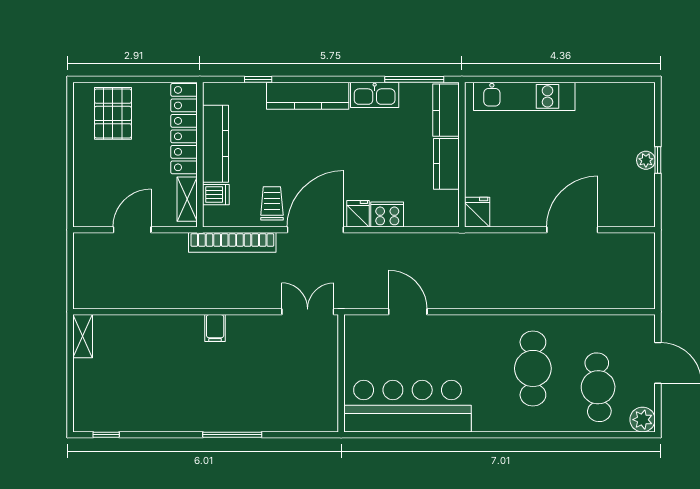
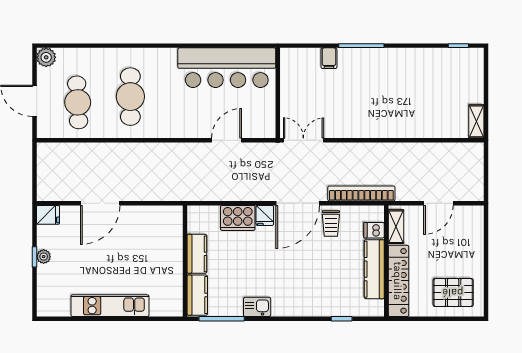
kitchen sink: (375, 95) -> (257, 307), width x0.73
kitchen counter: (308, 96) -> (303, 306), removed
kitchen unit: (524, 96) -> (110, 306), moved
pallet: (113, 113) -> (453, 293), turned 90
fridge: (477, 212) -> (48, 215), moved, turned -90
cooker: (387, 214) -> (238, 218), width x1.37, depth x1.31
double door: (308, 312) -> (303, 140), swing flipped
door: (408, 312) -> (227, 140), swing flipped
filing cabinet: (215, 328) -> (329, 58), moved, turned 180
cafe table: (598, 387) -> (78, 102), moved

